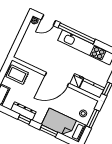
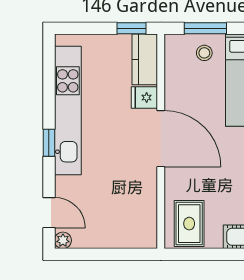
window: (77, 33) -> (49, 143), width x0.32

